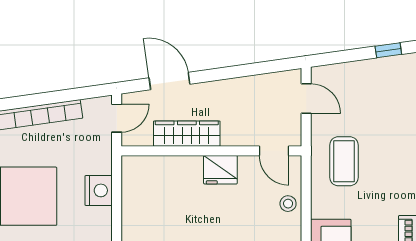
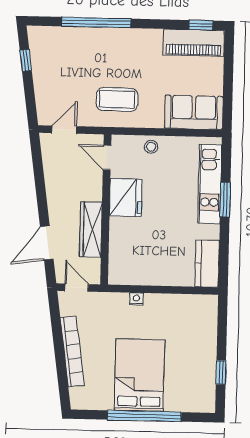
door: (274, 151) -> (107, 157), swing flipped
fridge: (220, 170) -> (126, 197), width x1.36, depth x1.34
nightstand: (99, 190) -> (136, 299), width x0.53, depth x0.56

